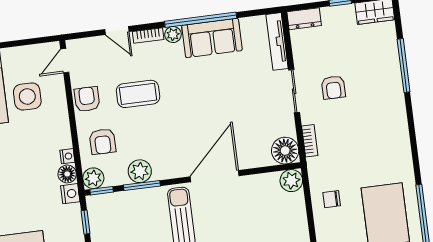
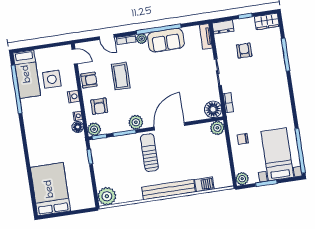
tv unit: (277, 41) -> (206, 36), width x0.71
door: (65, 61) -> (75, 57), swing flipped
armchair: (333, 87) -> (244, 51), moved, turned 180
coffee table: (138, 94) -> (121, 76), turned 90
armchair: (87, 99) -> (89, 80), turned 90
plant: (140, 171) -> (136, 122), moved
nightstand: (70, 194) -> (73, 96), moved

